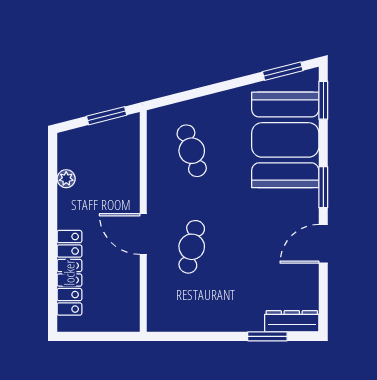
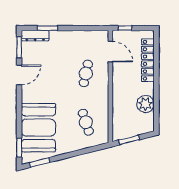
plant: (66, 179) -> (145, 104), width x1.87, depth x1.87
window: (323, 187) -> (19, 47), moved
door: (143, 234) -> (110, 52), moved
window: (114, 336) -> (125, 28), added

